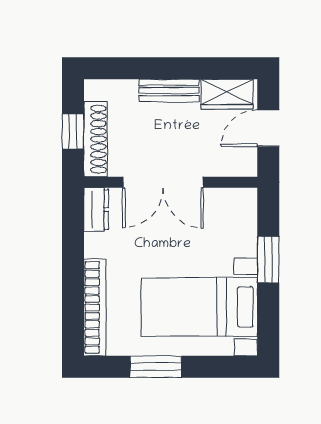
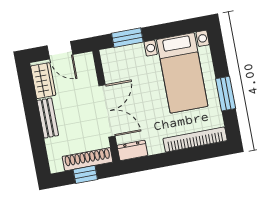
window: (268, 260) -> (127, 38), moved

